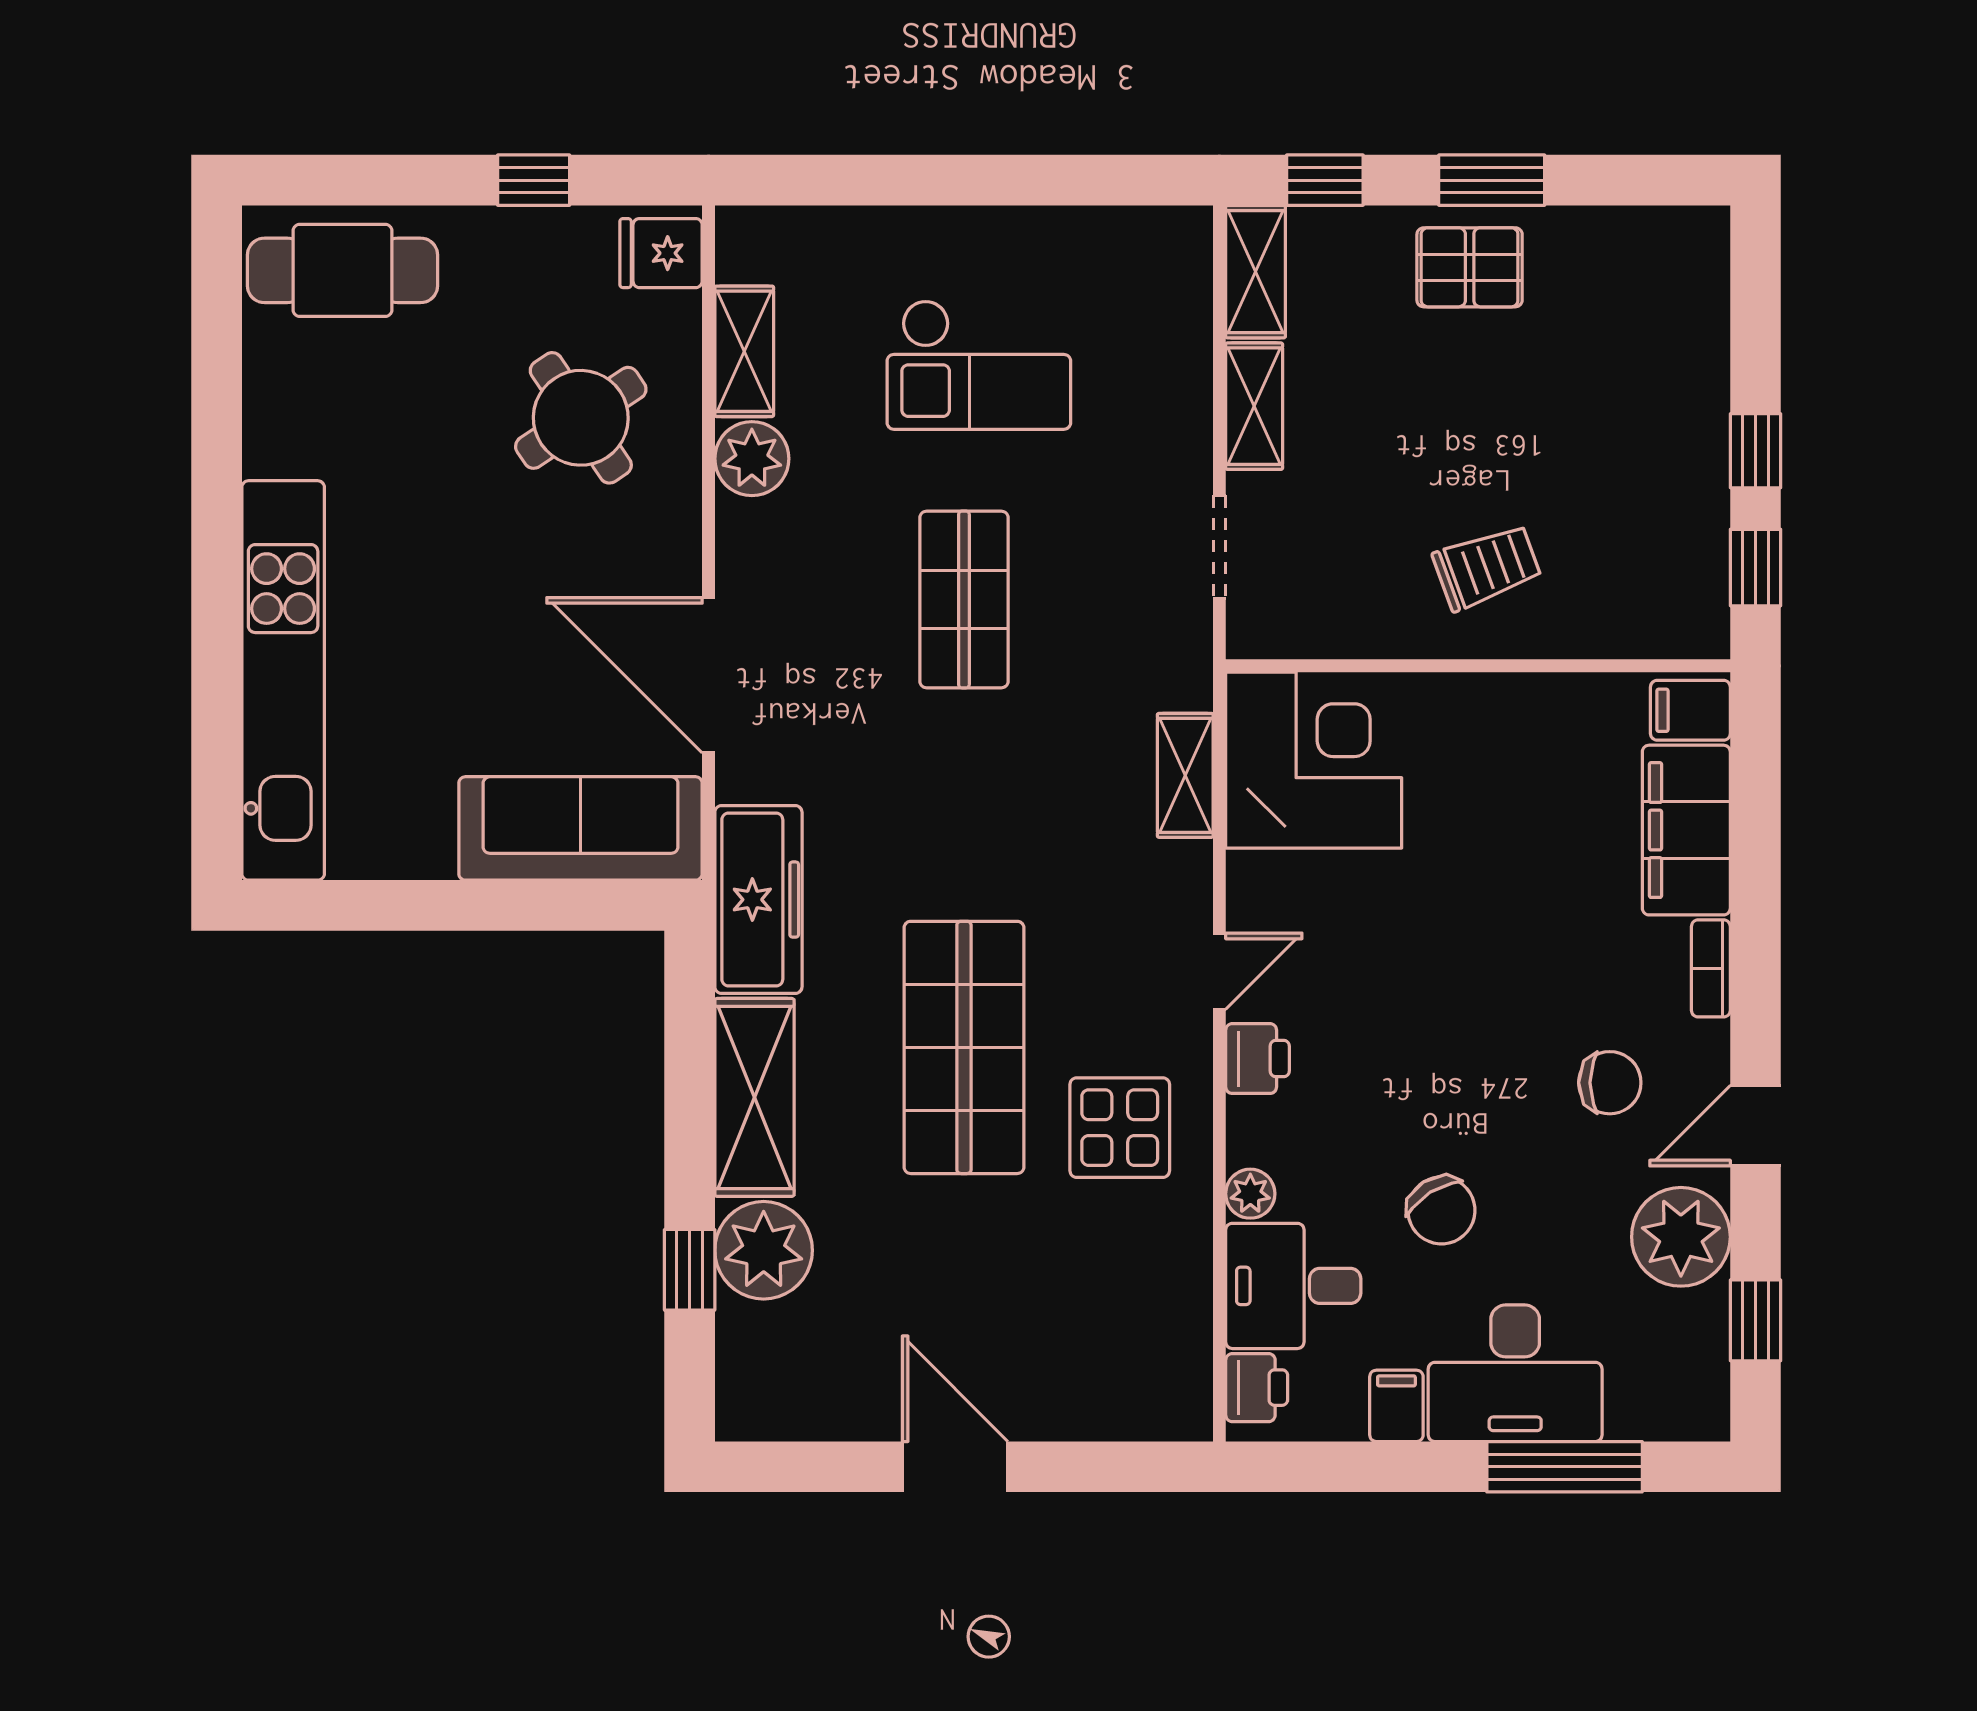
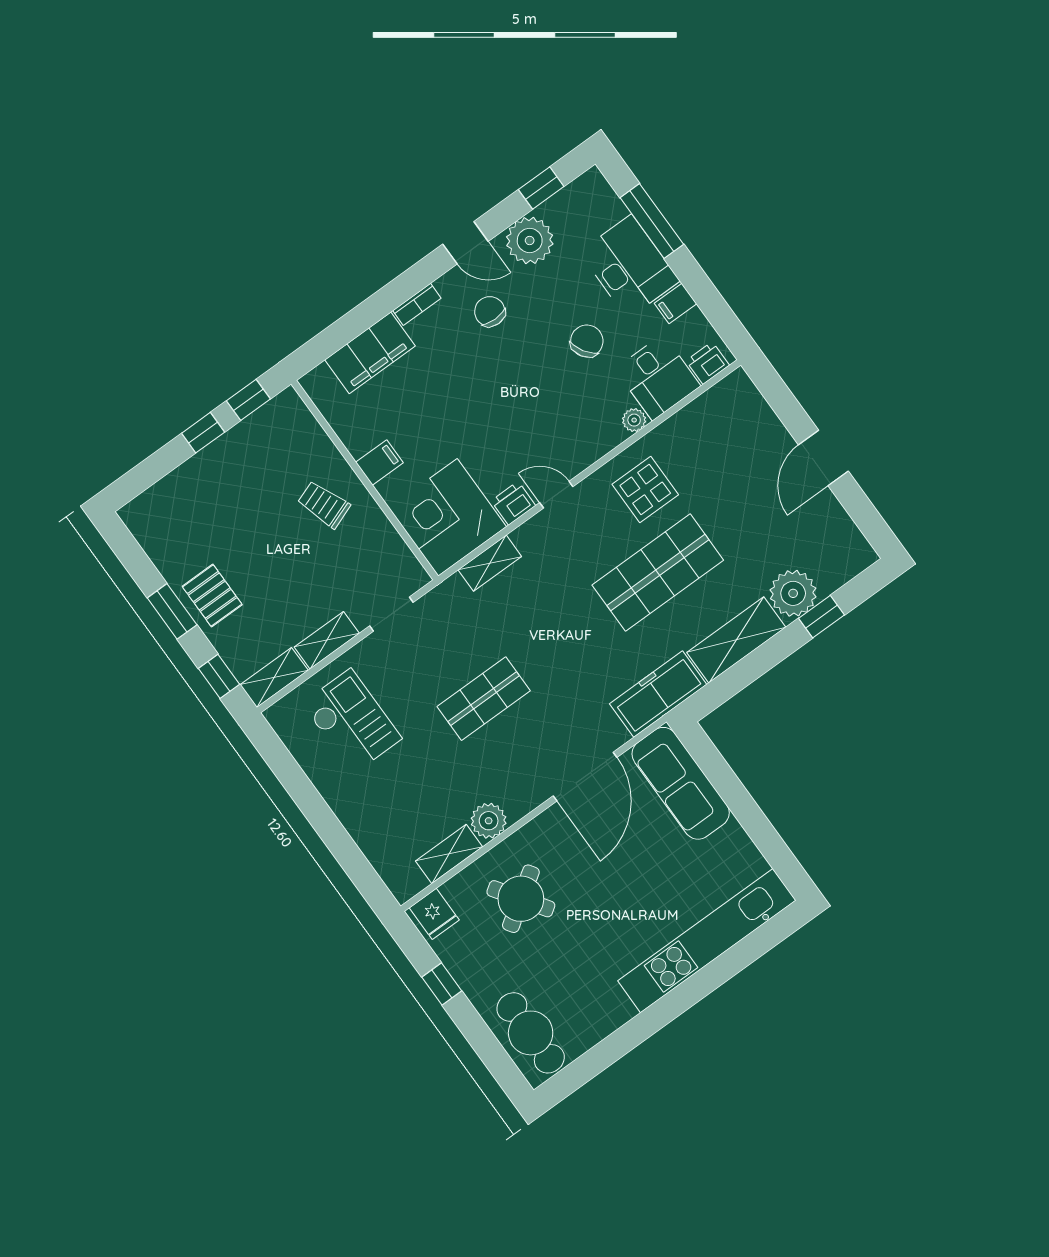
checkout: (979, 365) -> (352, 721), moved
filing cabinet: (1690, 710) -> (379, 463), moved, turned -90
printer: (1258, 1059) -> (513, 503), moved

